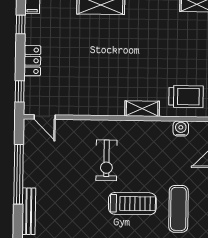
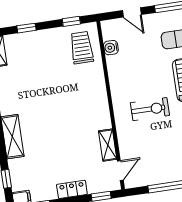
shelving: (142, 109) -> (108, 145), moved

